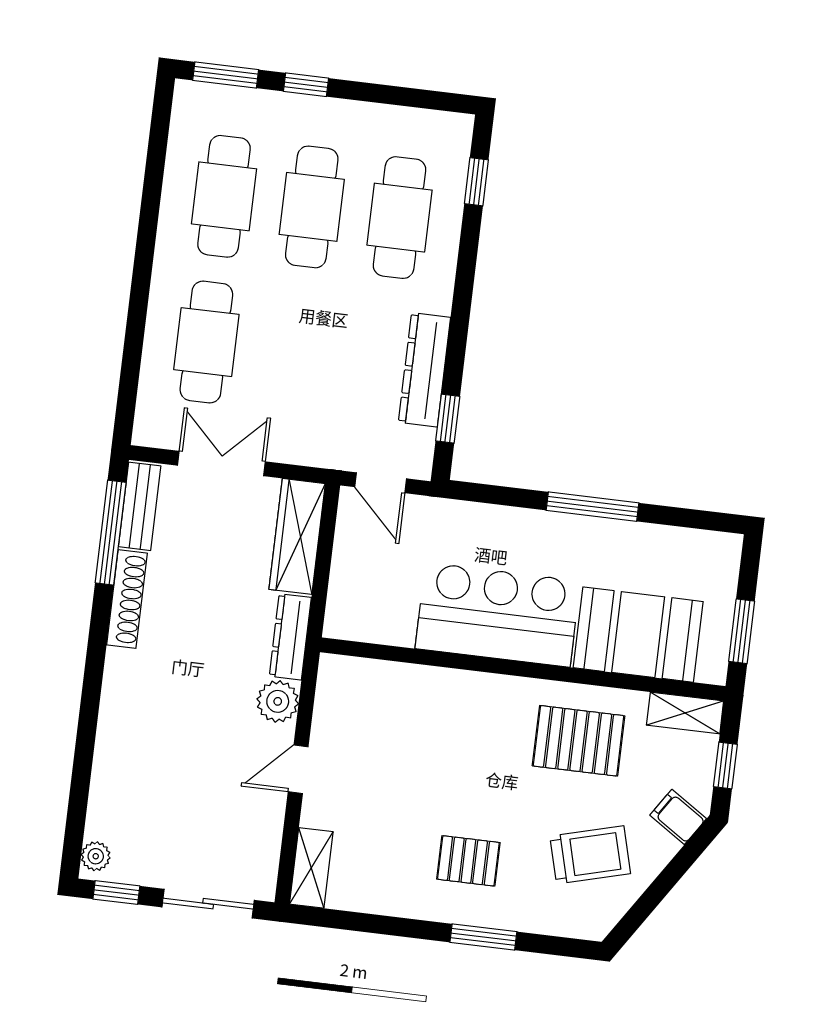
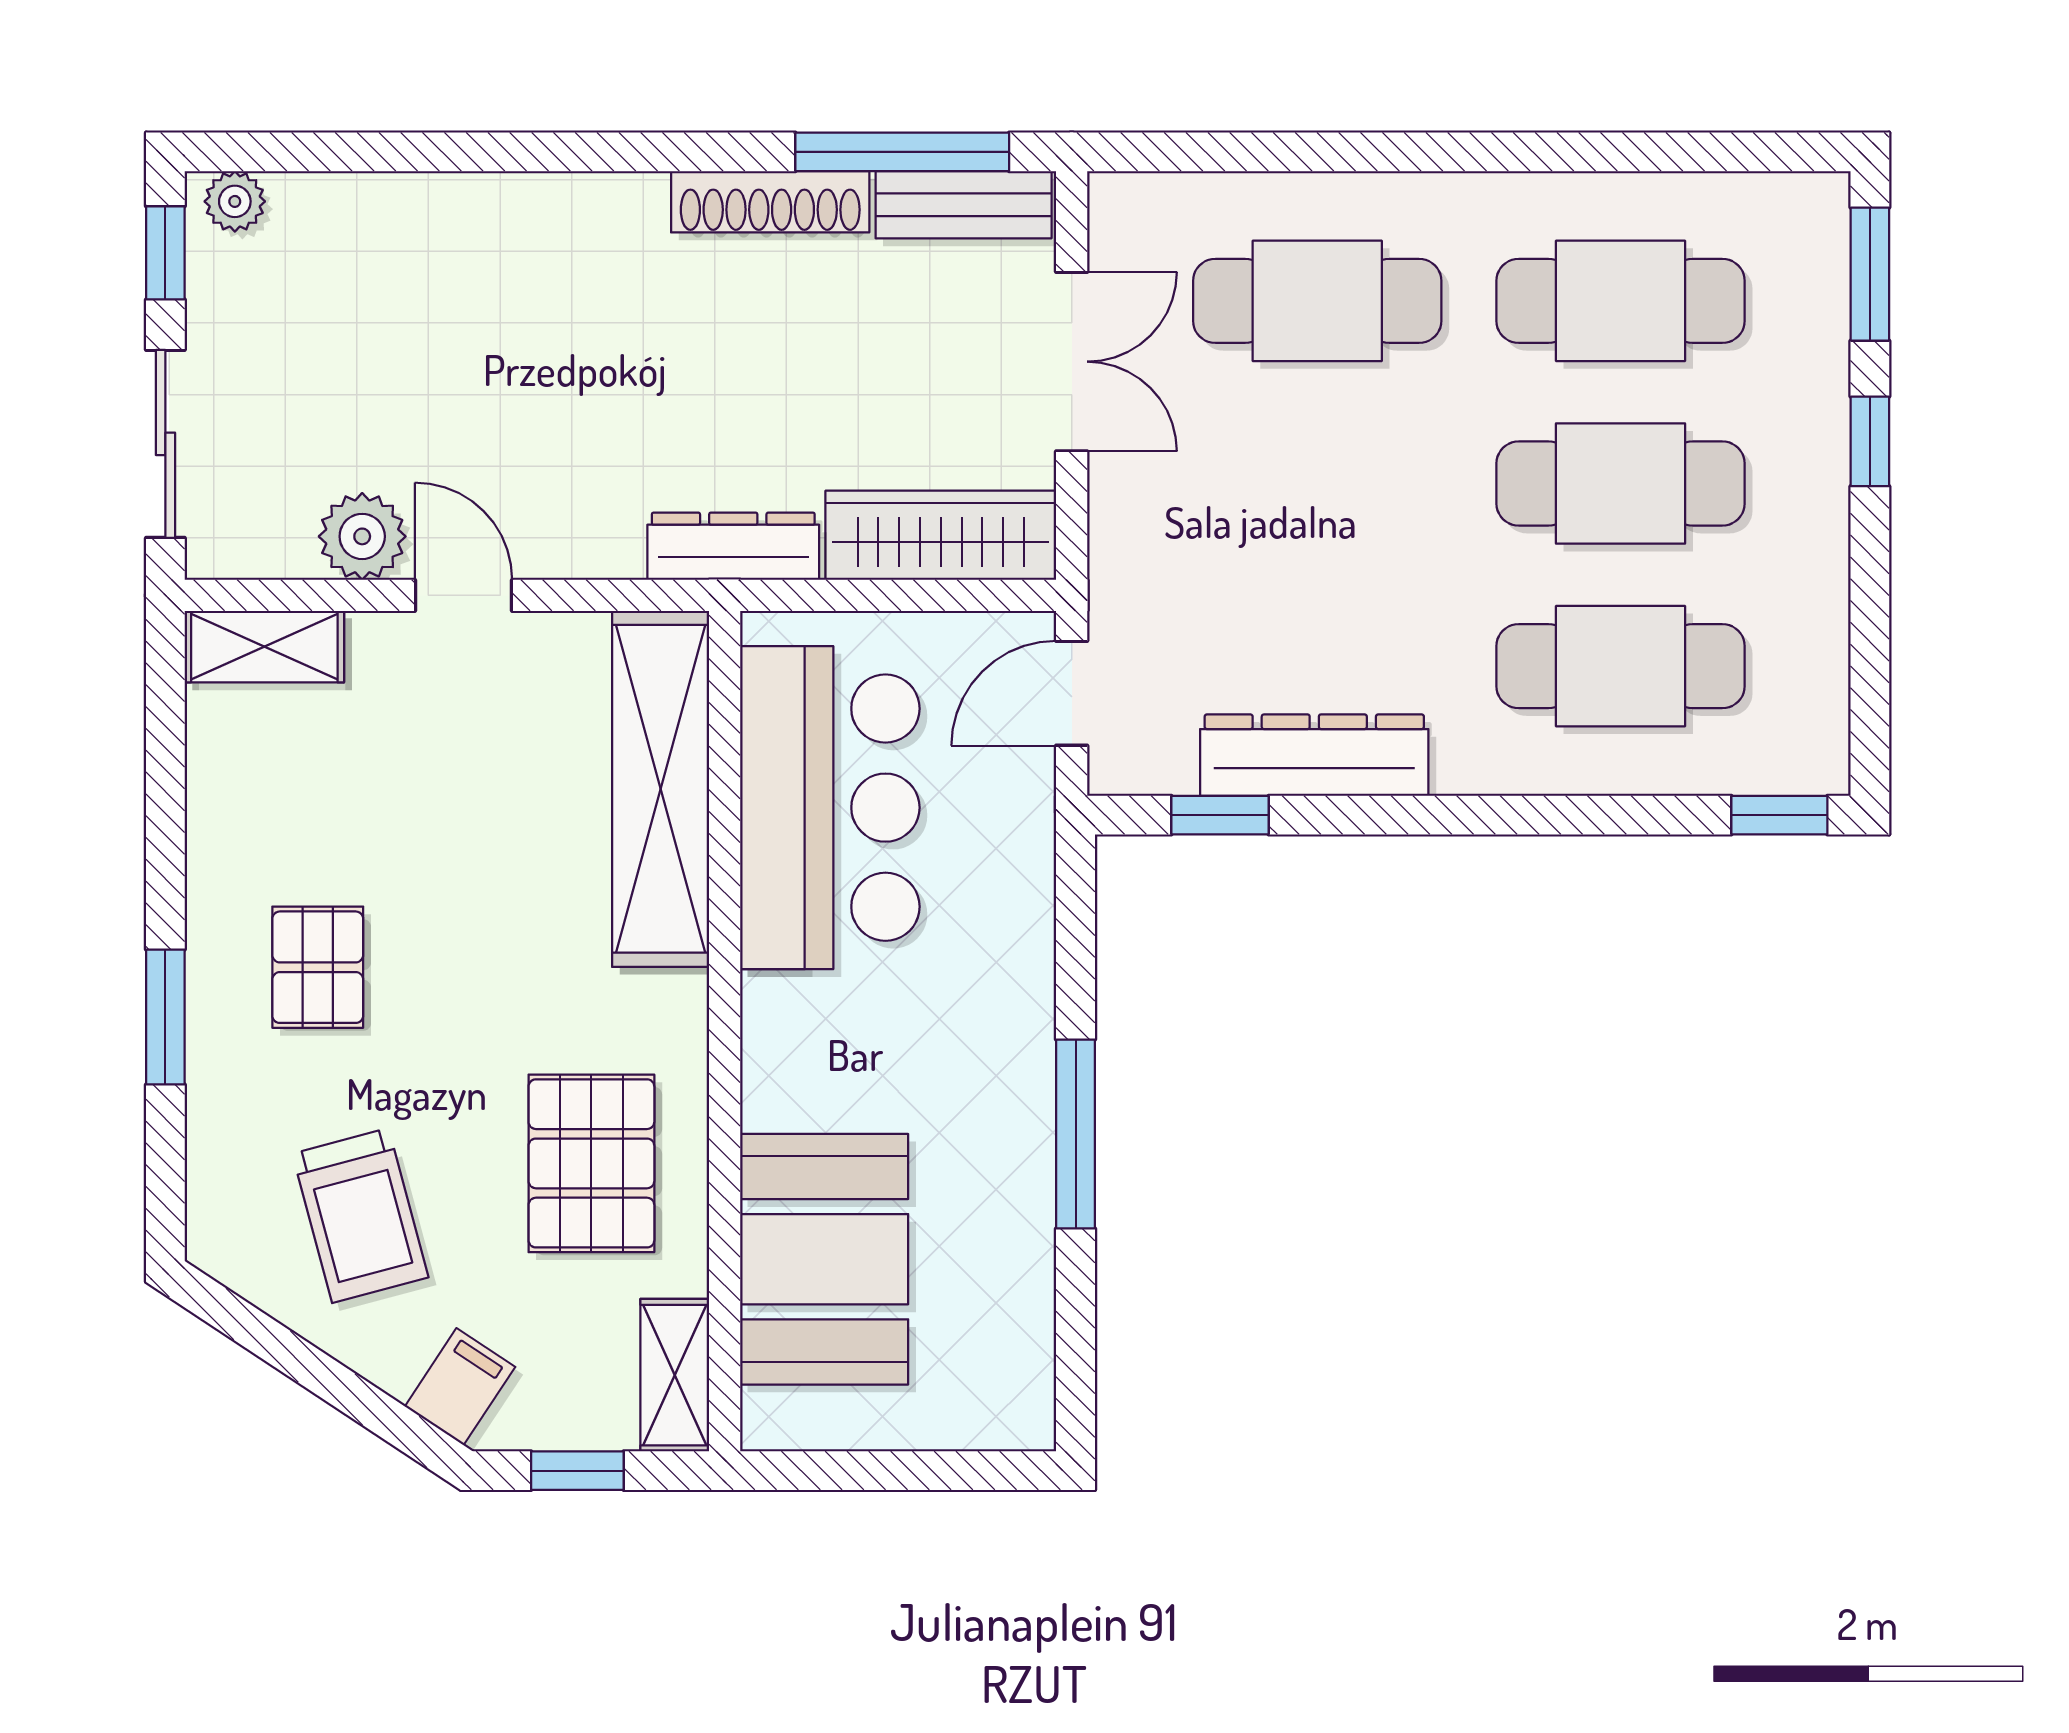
window: (476, 182) -> (1779, 815), moved
bar counter: (498, 615) -> (830, 808), moved
window: (742, 631) -> (857, 1471), removed
shelving: (403, 686) -> (661, 789), added
plant: (278, 701) -> (362, 536), moved

